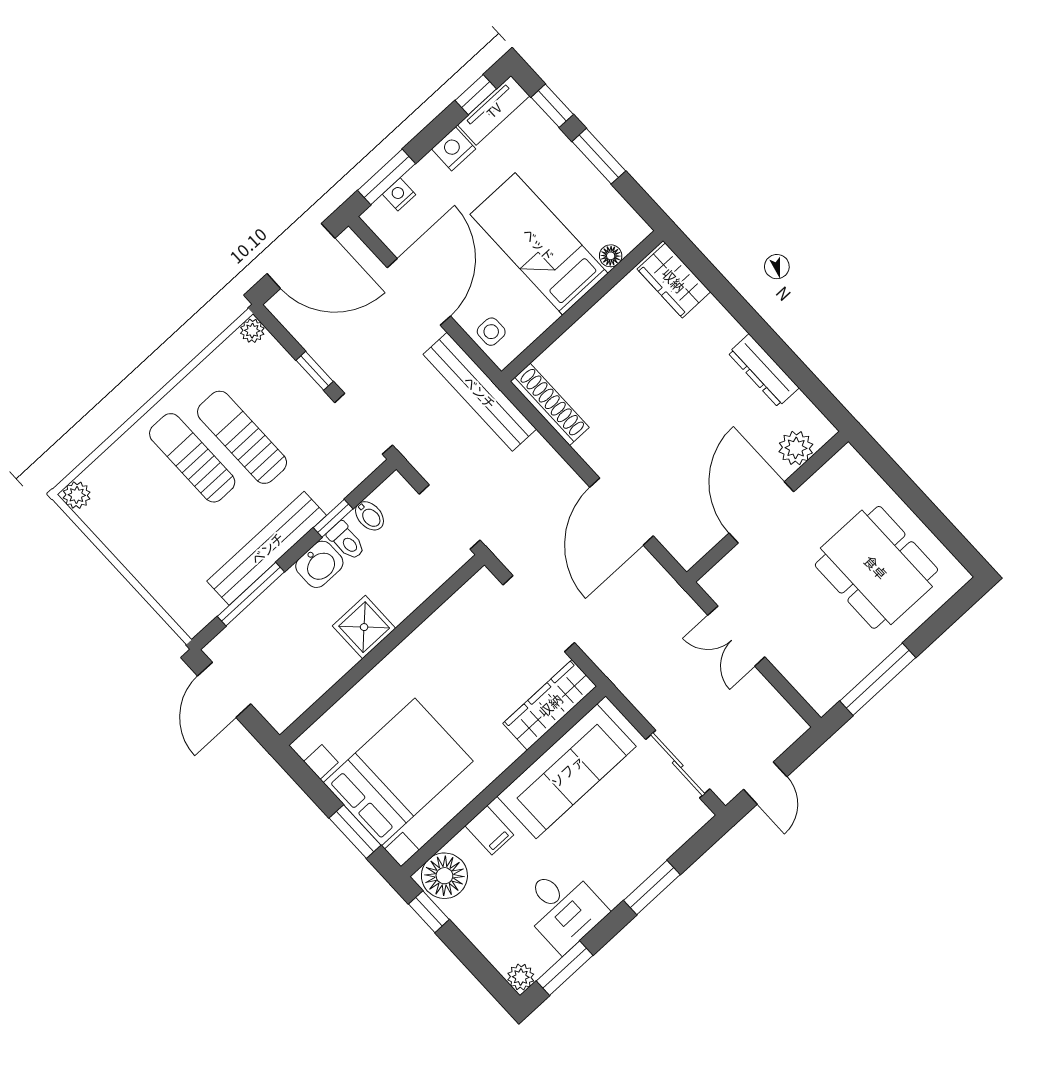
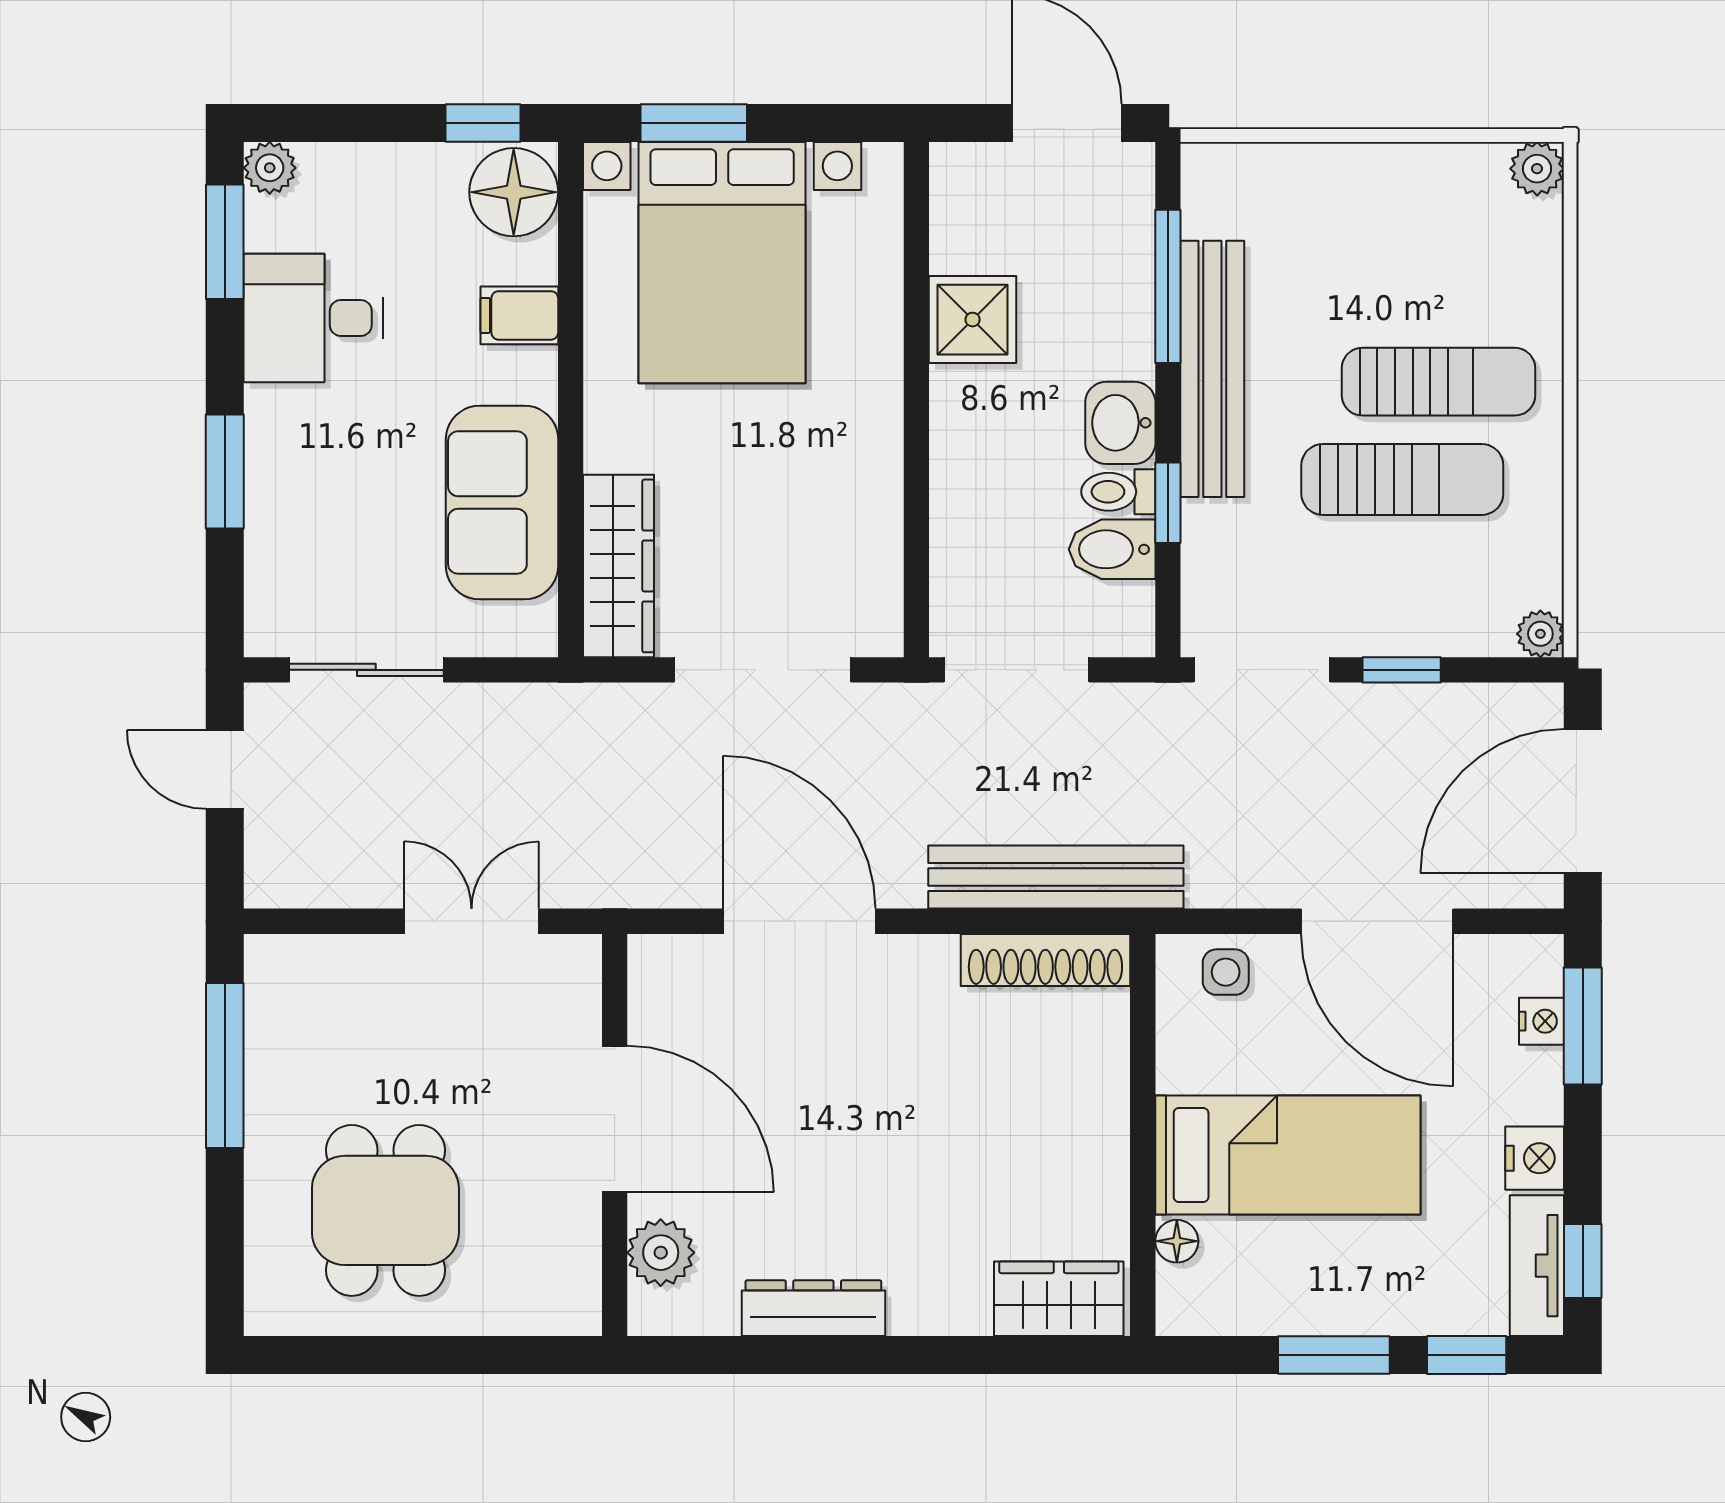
bench: (480, 392) -> (1056, 877), moved
bidet: (370, 516) -> (1112, 549), width x1.38, depth x1.36
dining table: (876, 567) -> (385, 1210), width x0.73
shower: (364, 627) -> (973, 320), moved
sofa: (567, 771) -> (502, 503), width x0.73

